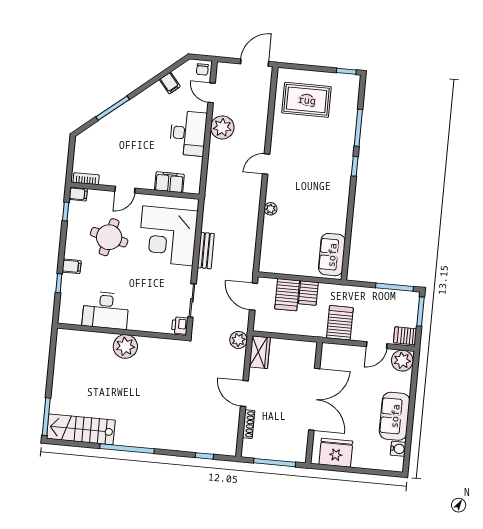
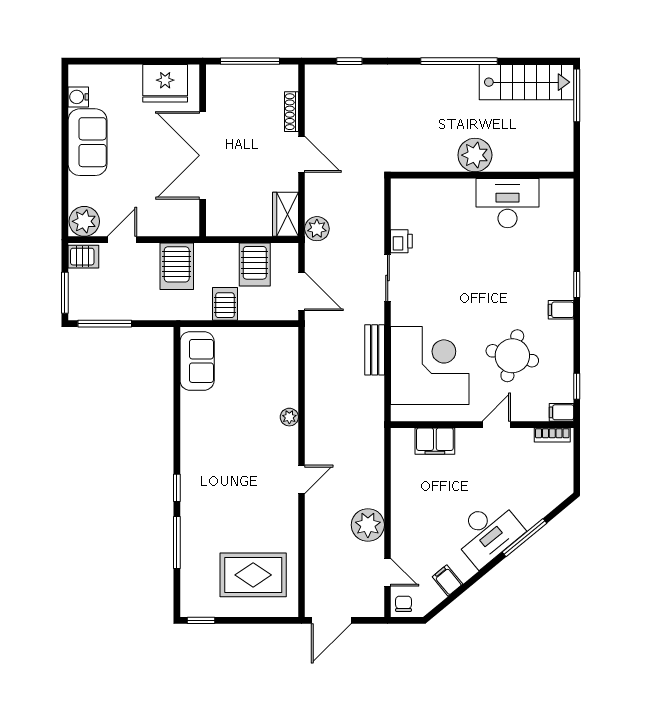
desk: (188, 133) -> (488, 532), moved, turned -130
server rack: (287, 295) -> (255, 265), moved, turned 180
desk: (106, 310) -> (508, 203), moved
wall: (122, 332) -> (482, 175), moved
plant: (125, 346) -> (475, 155), moved

